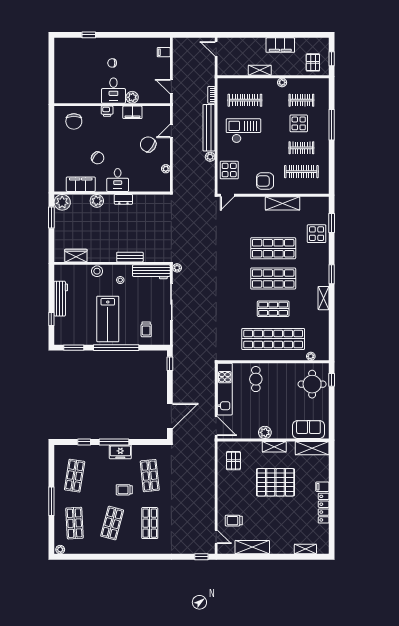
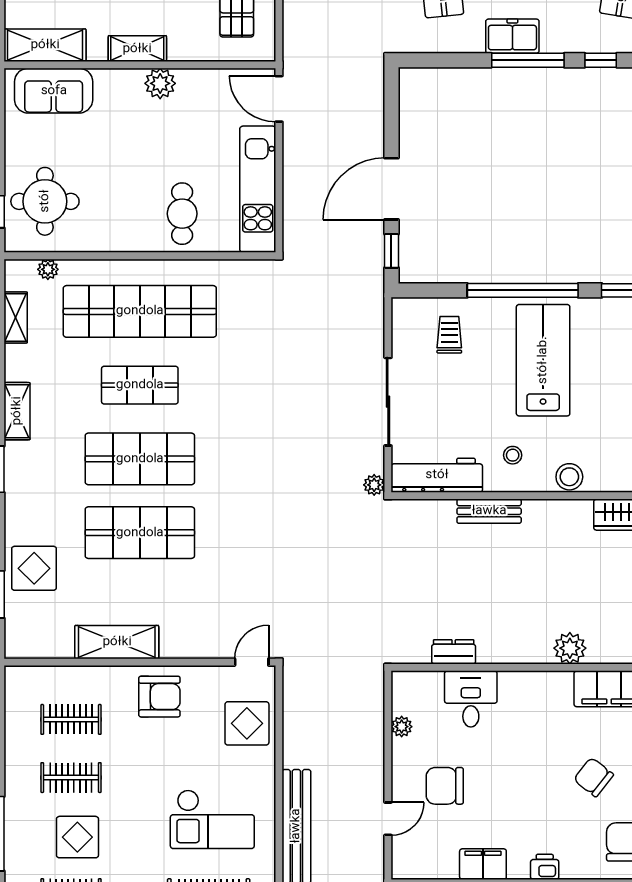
chair: (148, 144) -> (445, 786), turned 145
plant: (210, 157) -> (294, 756), removed
chair: (98, 158) -> (594, 777), moved
clothes rail: (301, 172) -> (71, 719), width x0.73
desk: (118, 180) -> (471, 699), moved
dresser: (123, 199) -> (454, 652), moved
shelving: (324, 336) -> (16, 317), added
door: (170, 416) -> (391, 189), moved

